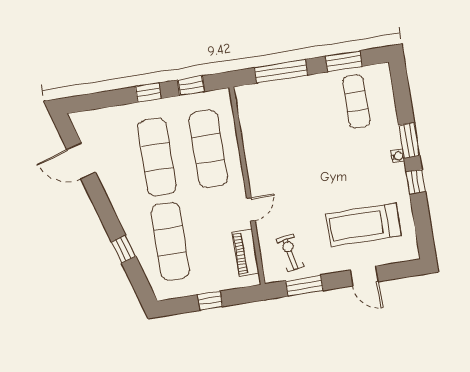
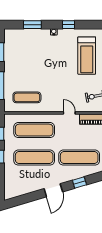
exercise mat: (356, 101) -> (27, 97), moved
window: (409, 140) -> (32, 25), moved
door: (81, 161) -> (53, 190), moved

